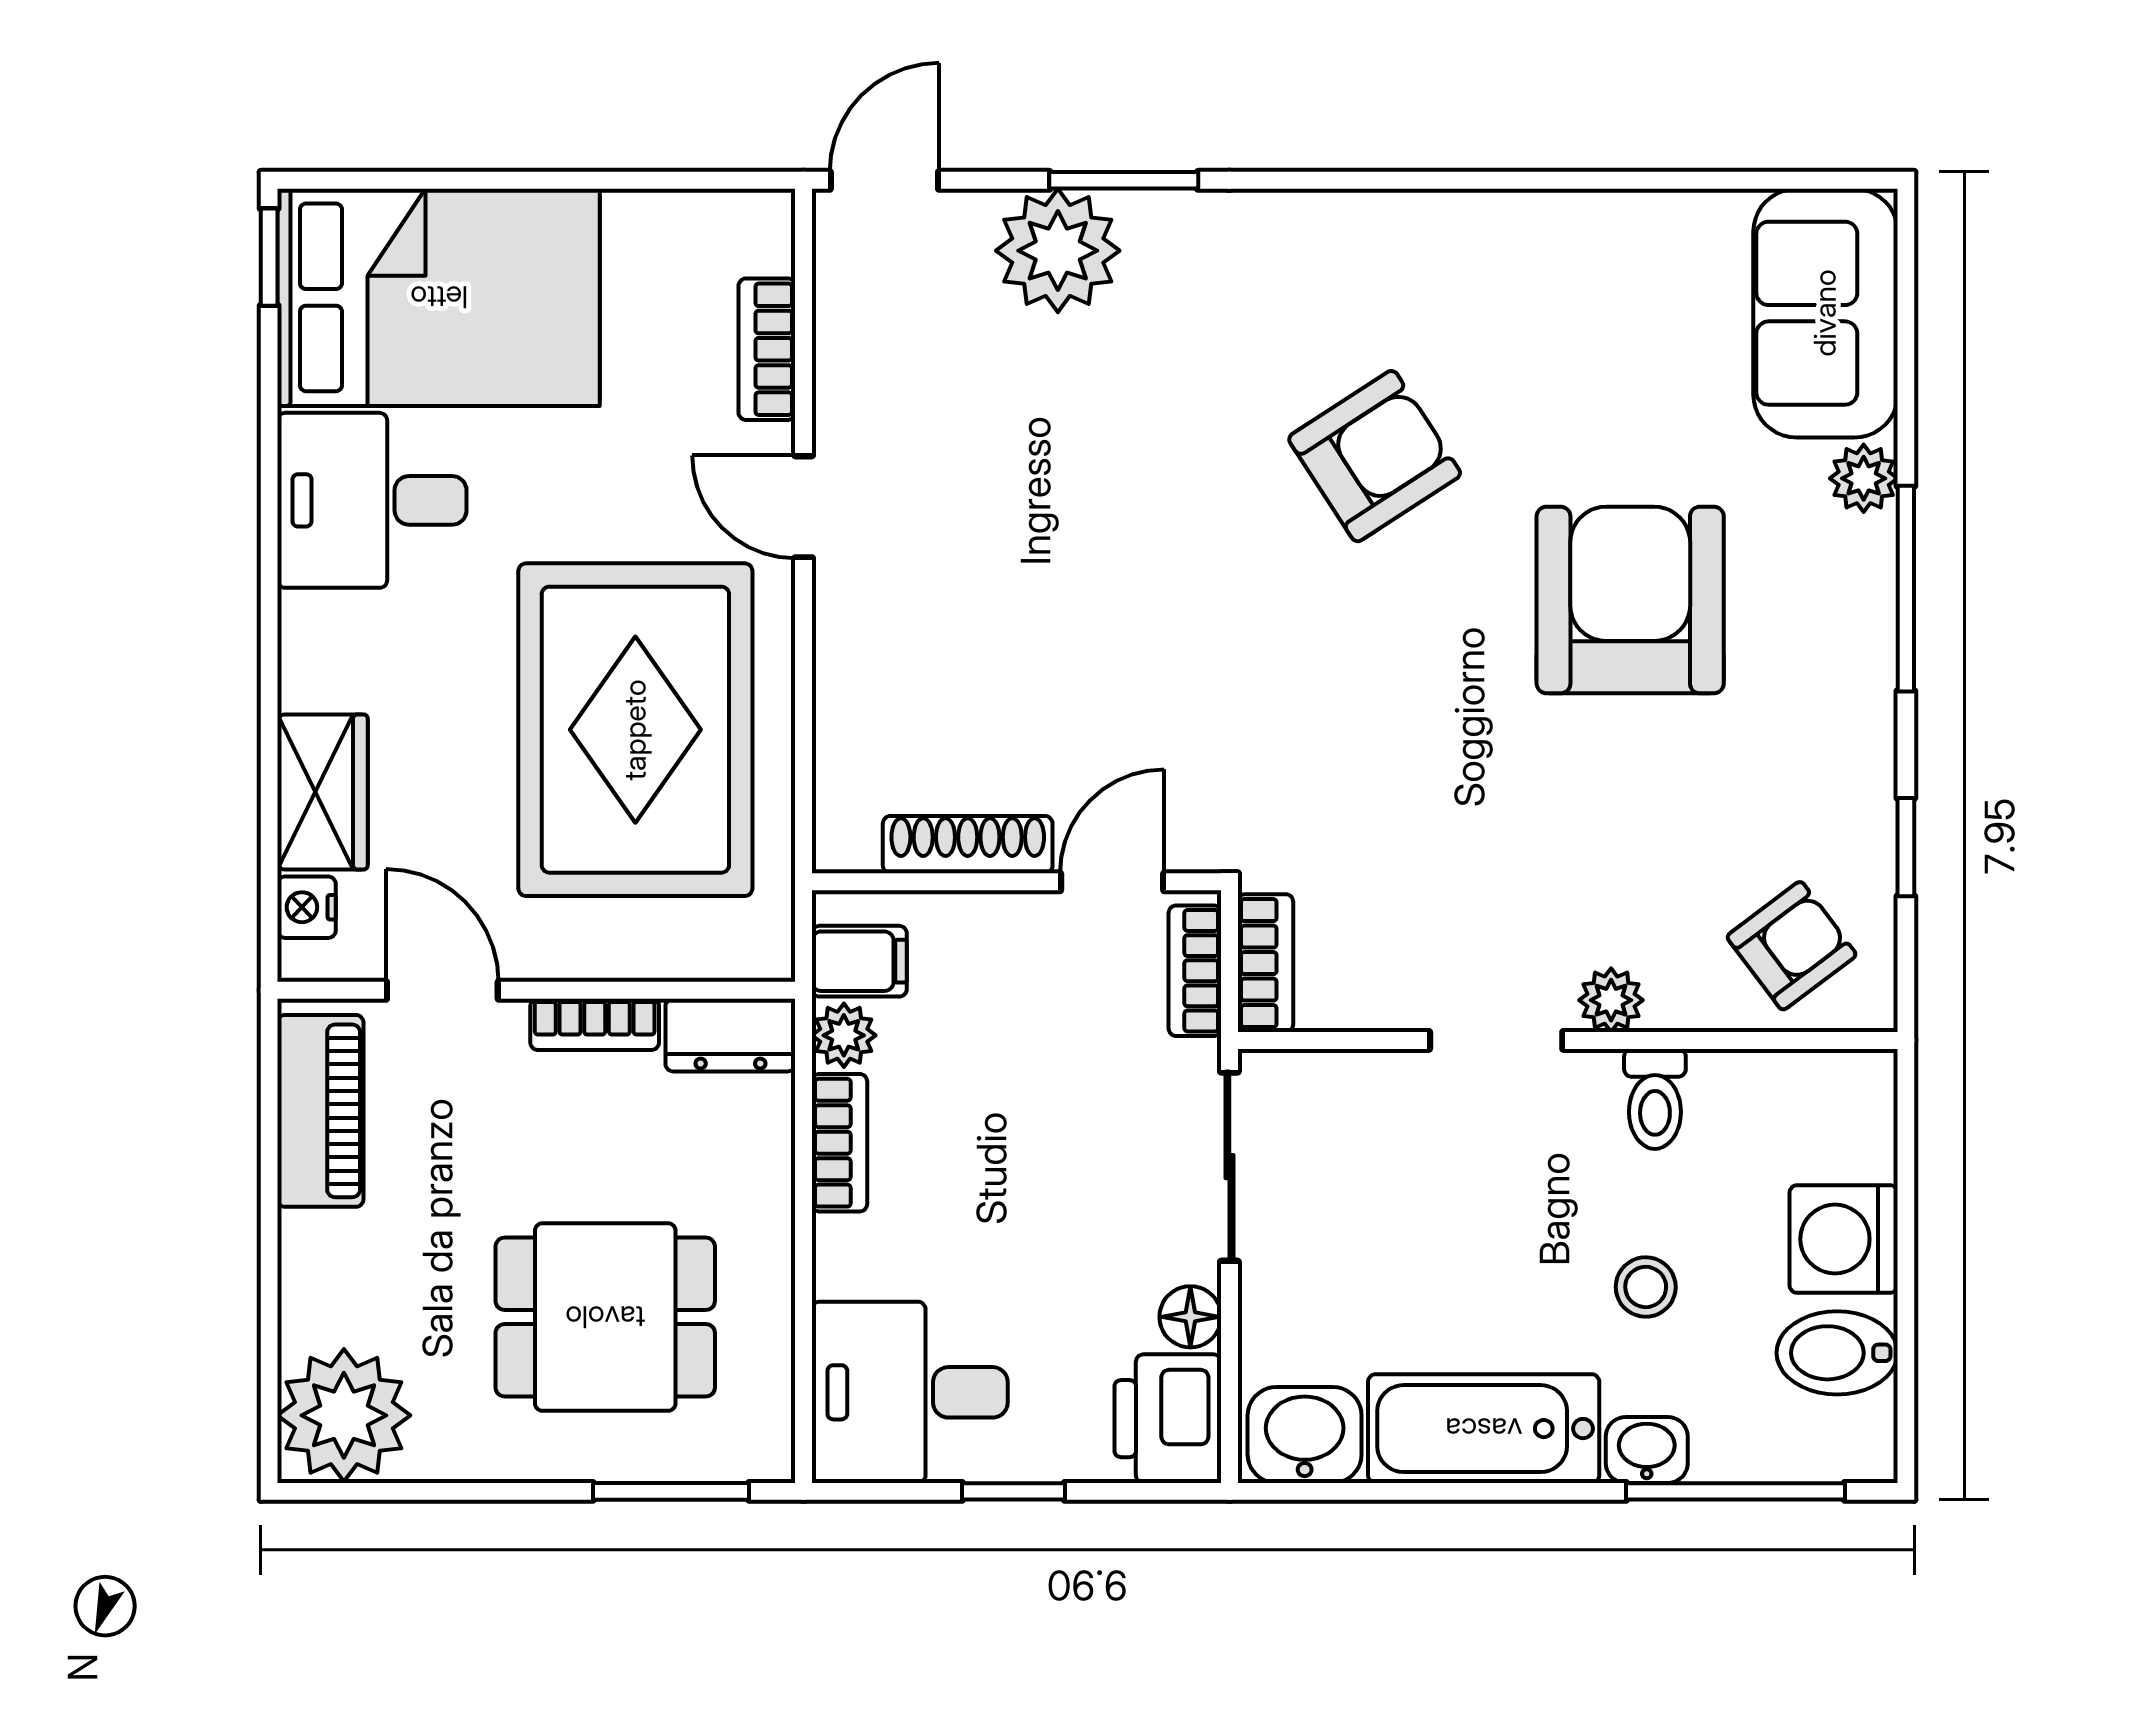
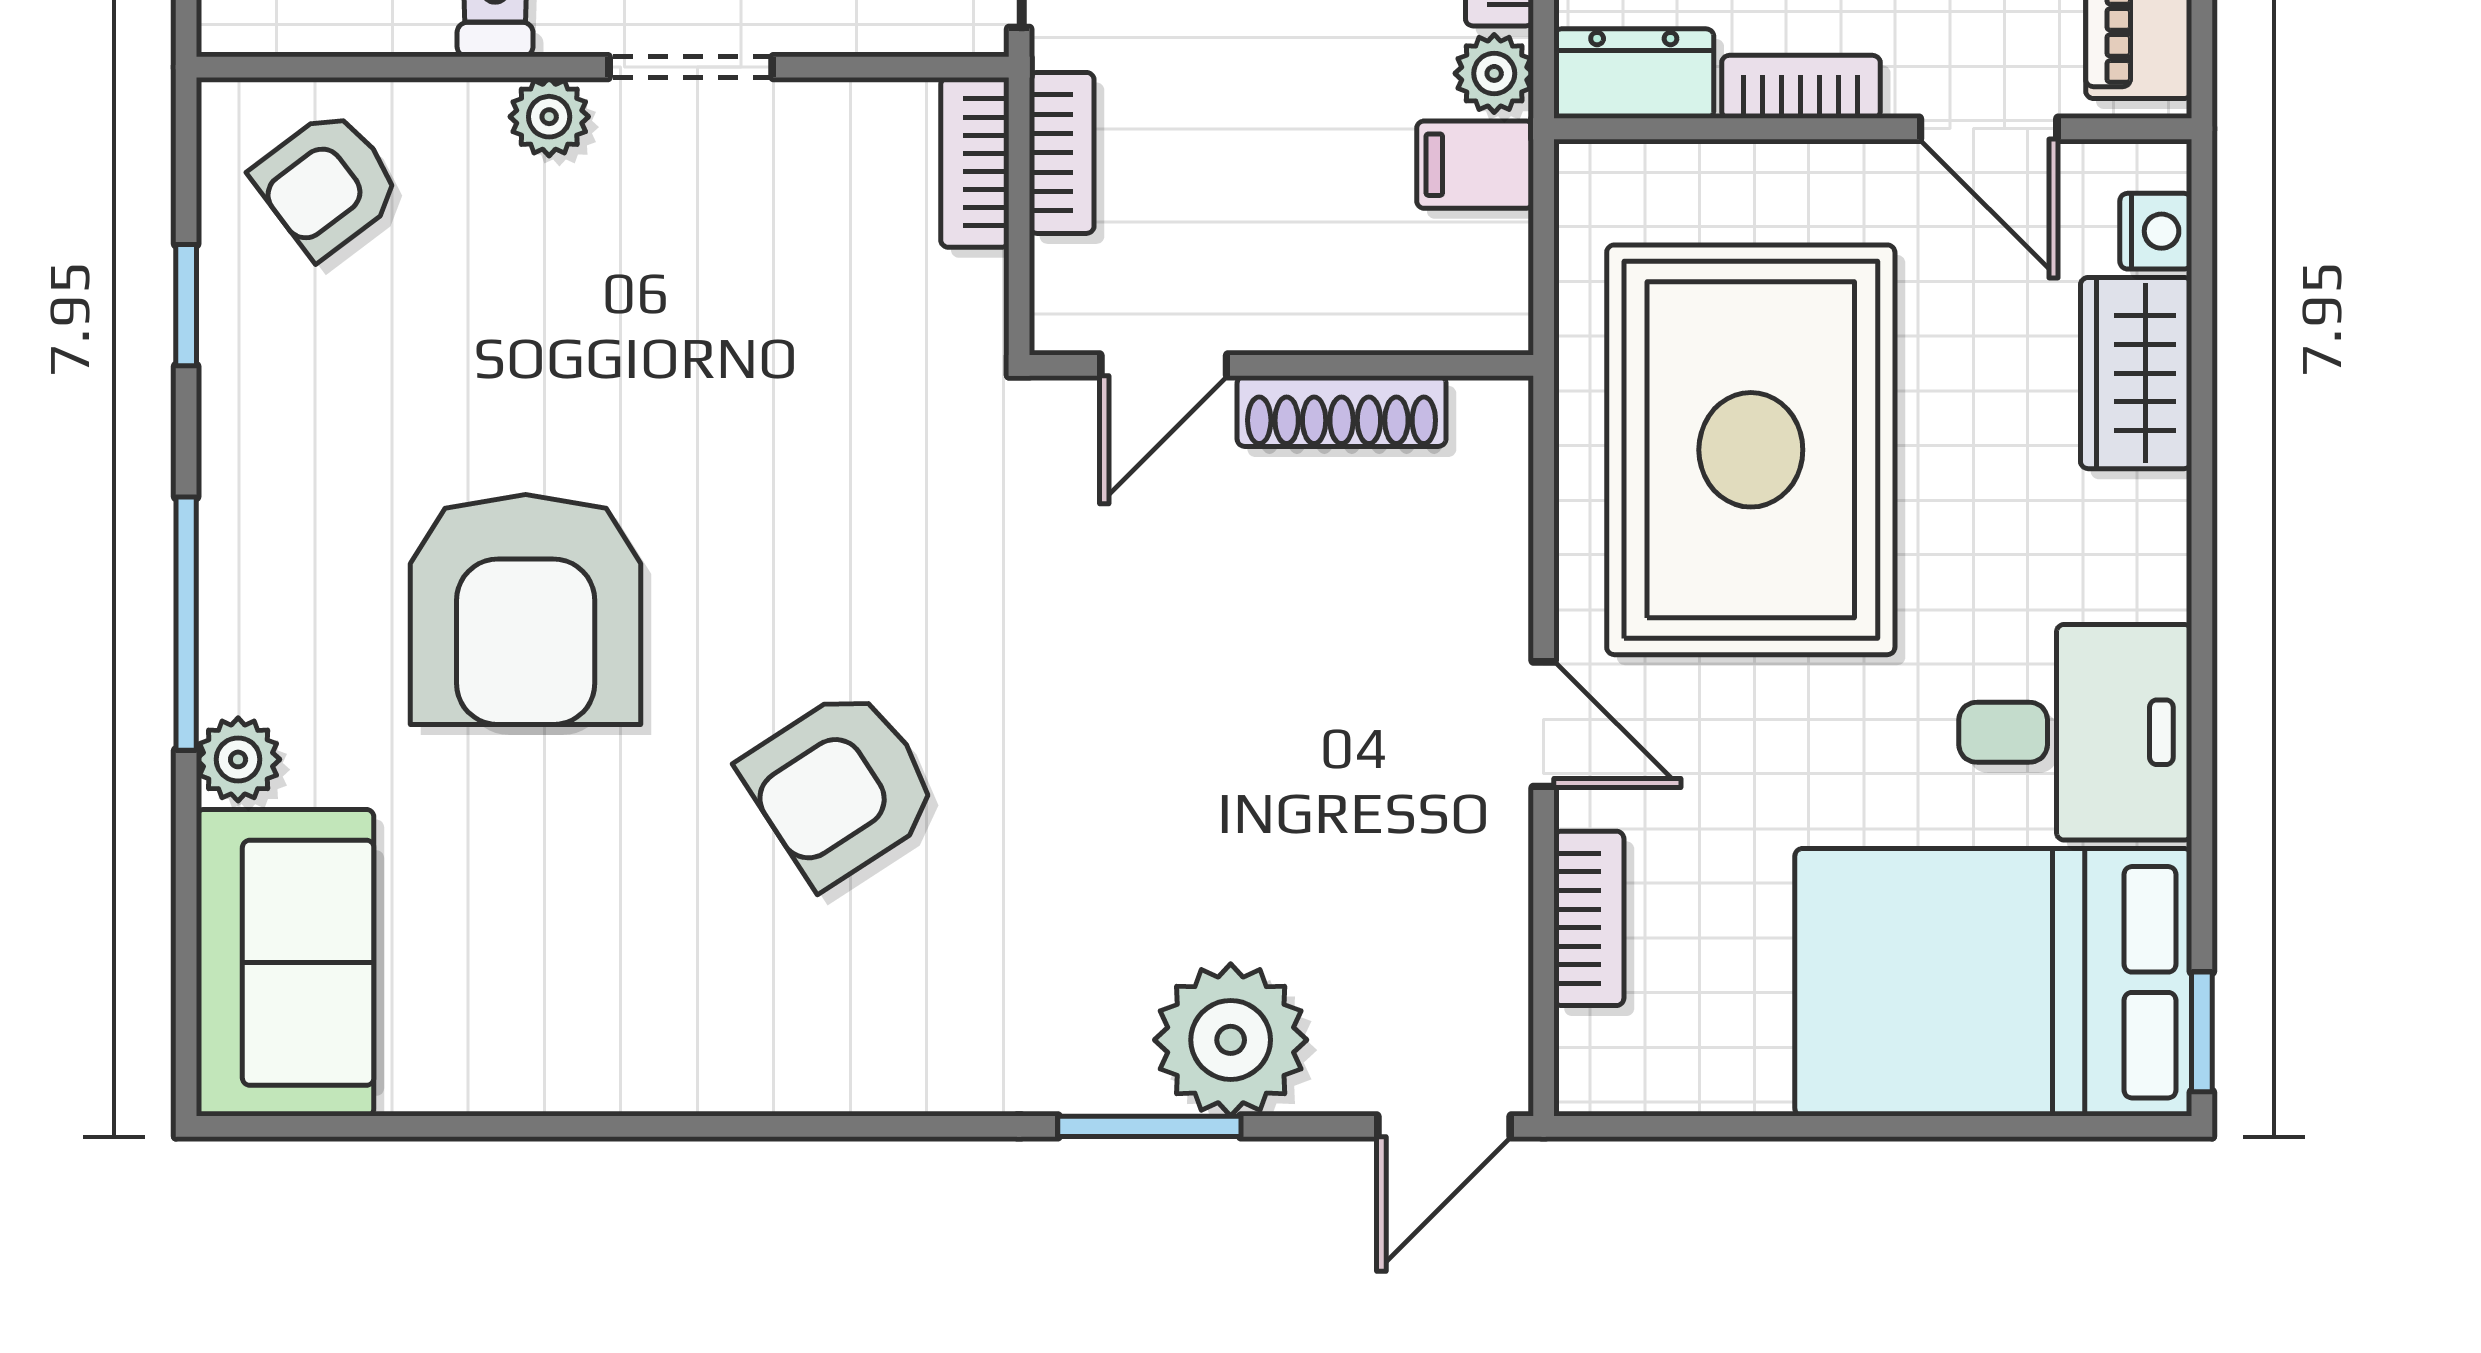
shoe rack: (968, 845) -> (1342, 411), moved
wall: (1017, 882) -> (1281, 365), moved
door: (1112, 882) -> (1164, 365), moved

